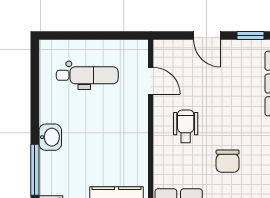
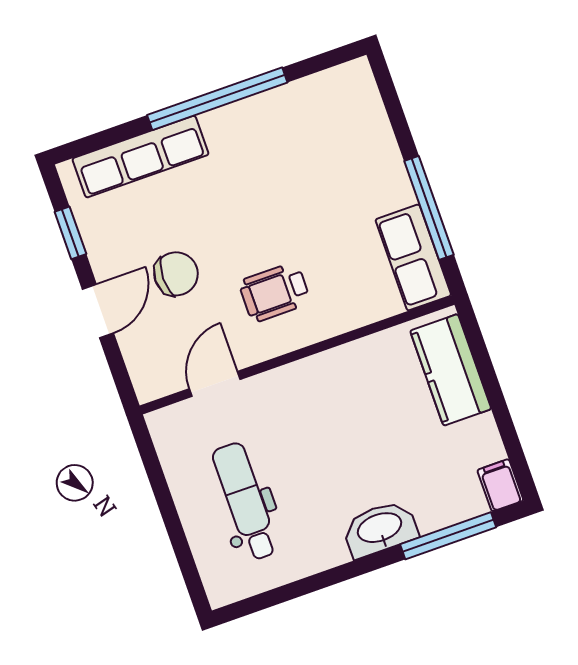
washbasin: (50, 137) -> (380, 529), width x1.38
chair: (228, 161) -> (176, 274), moved

